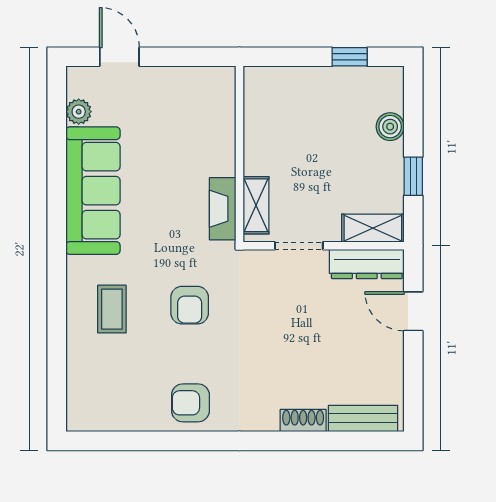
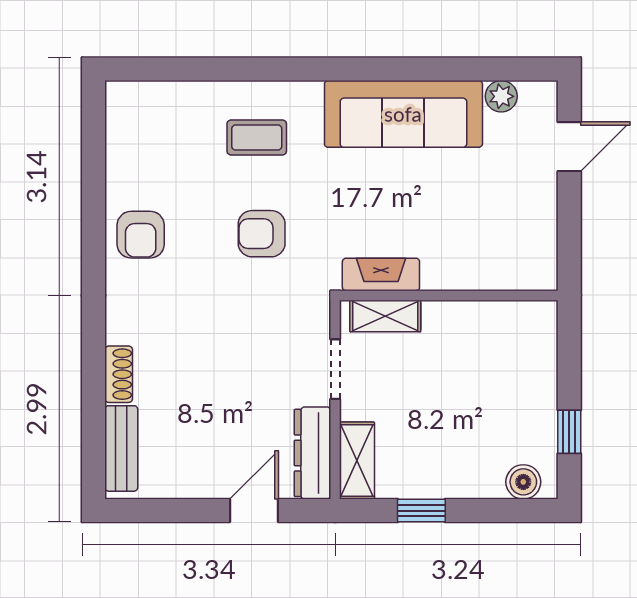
boiler: (390, 127) -> (523, 482), moved
armchair: (190, 403) -> (141, 235), turned 180

